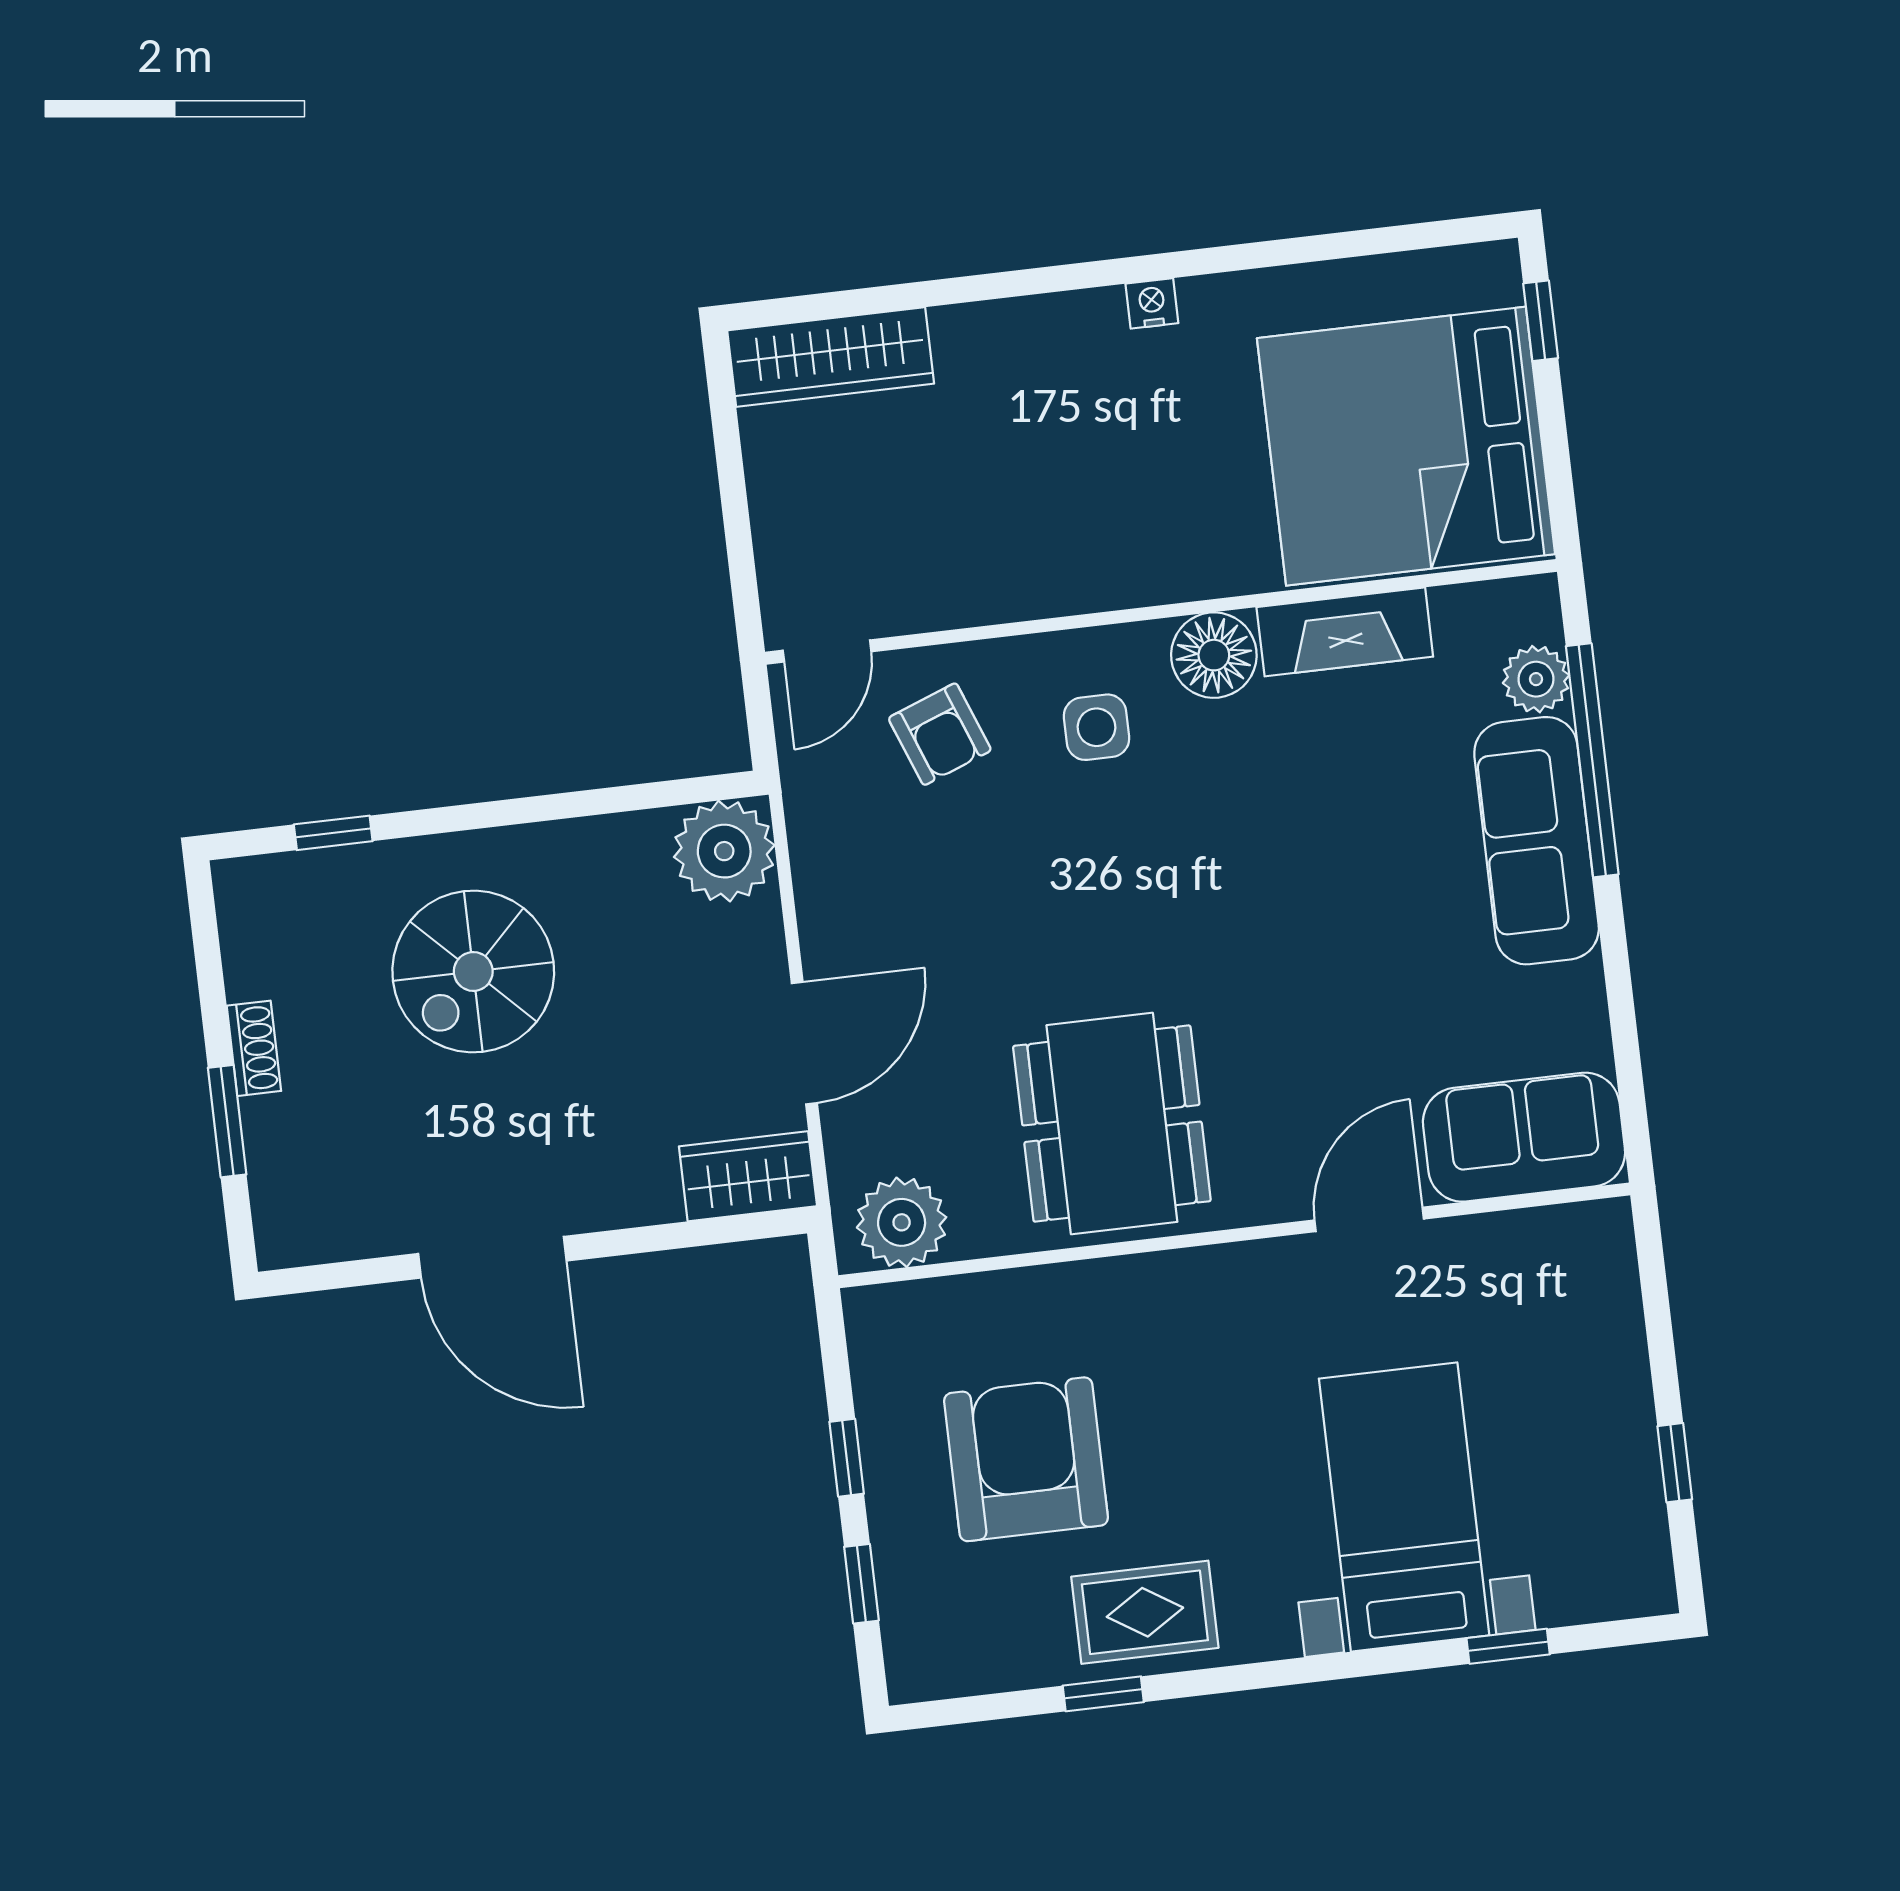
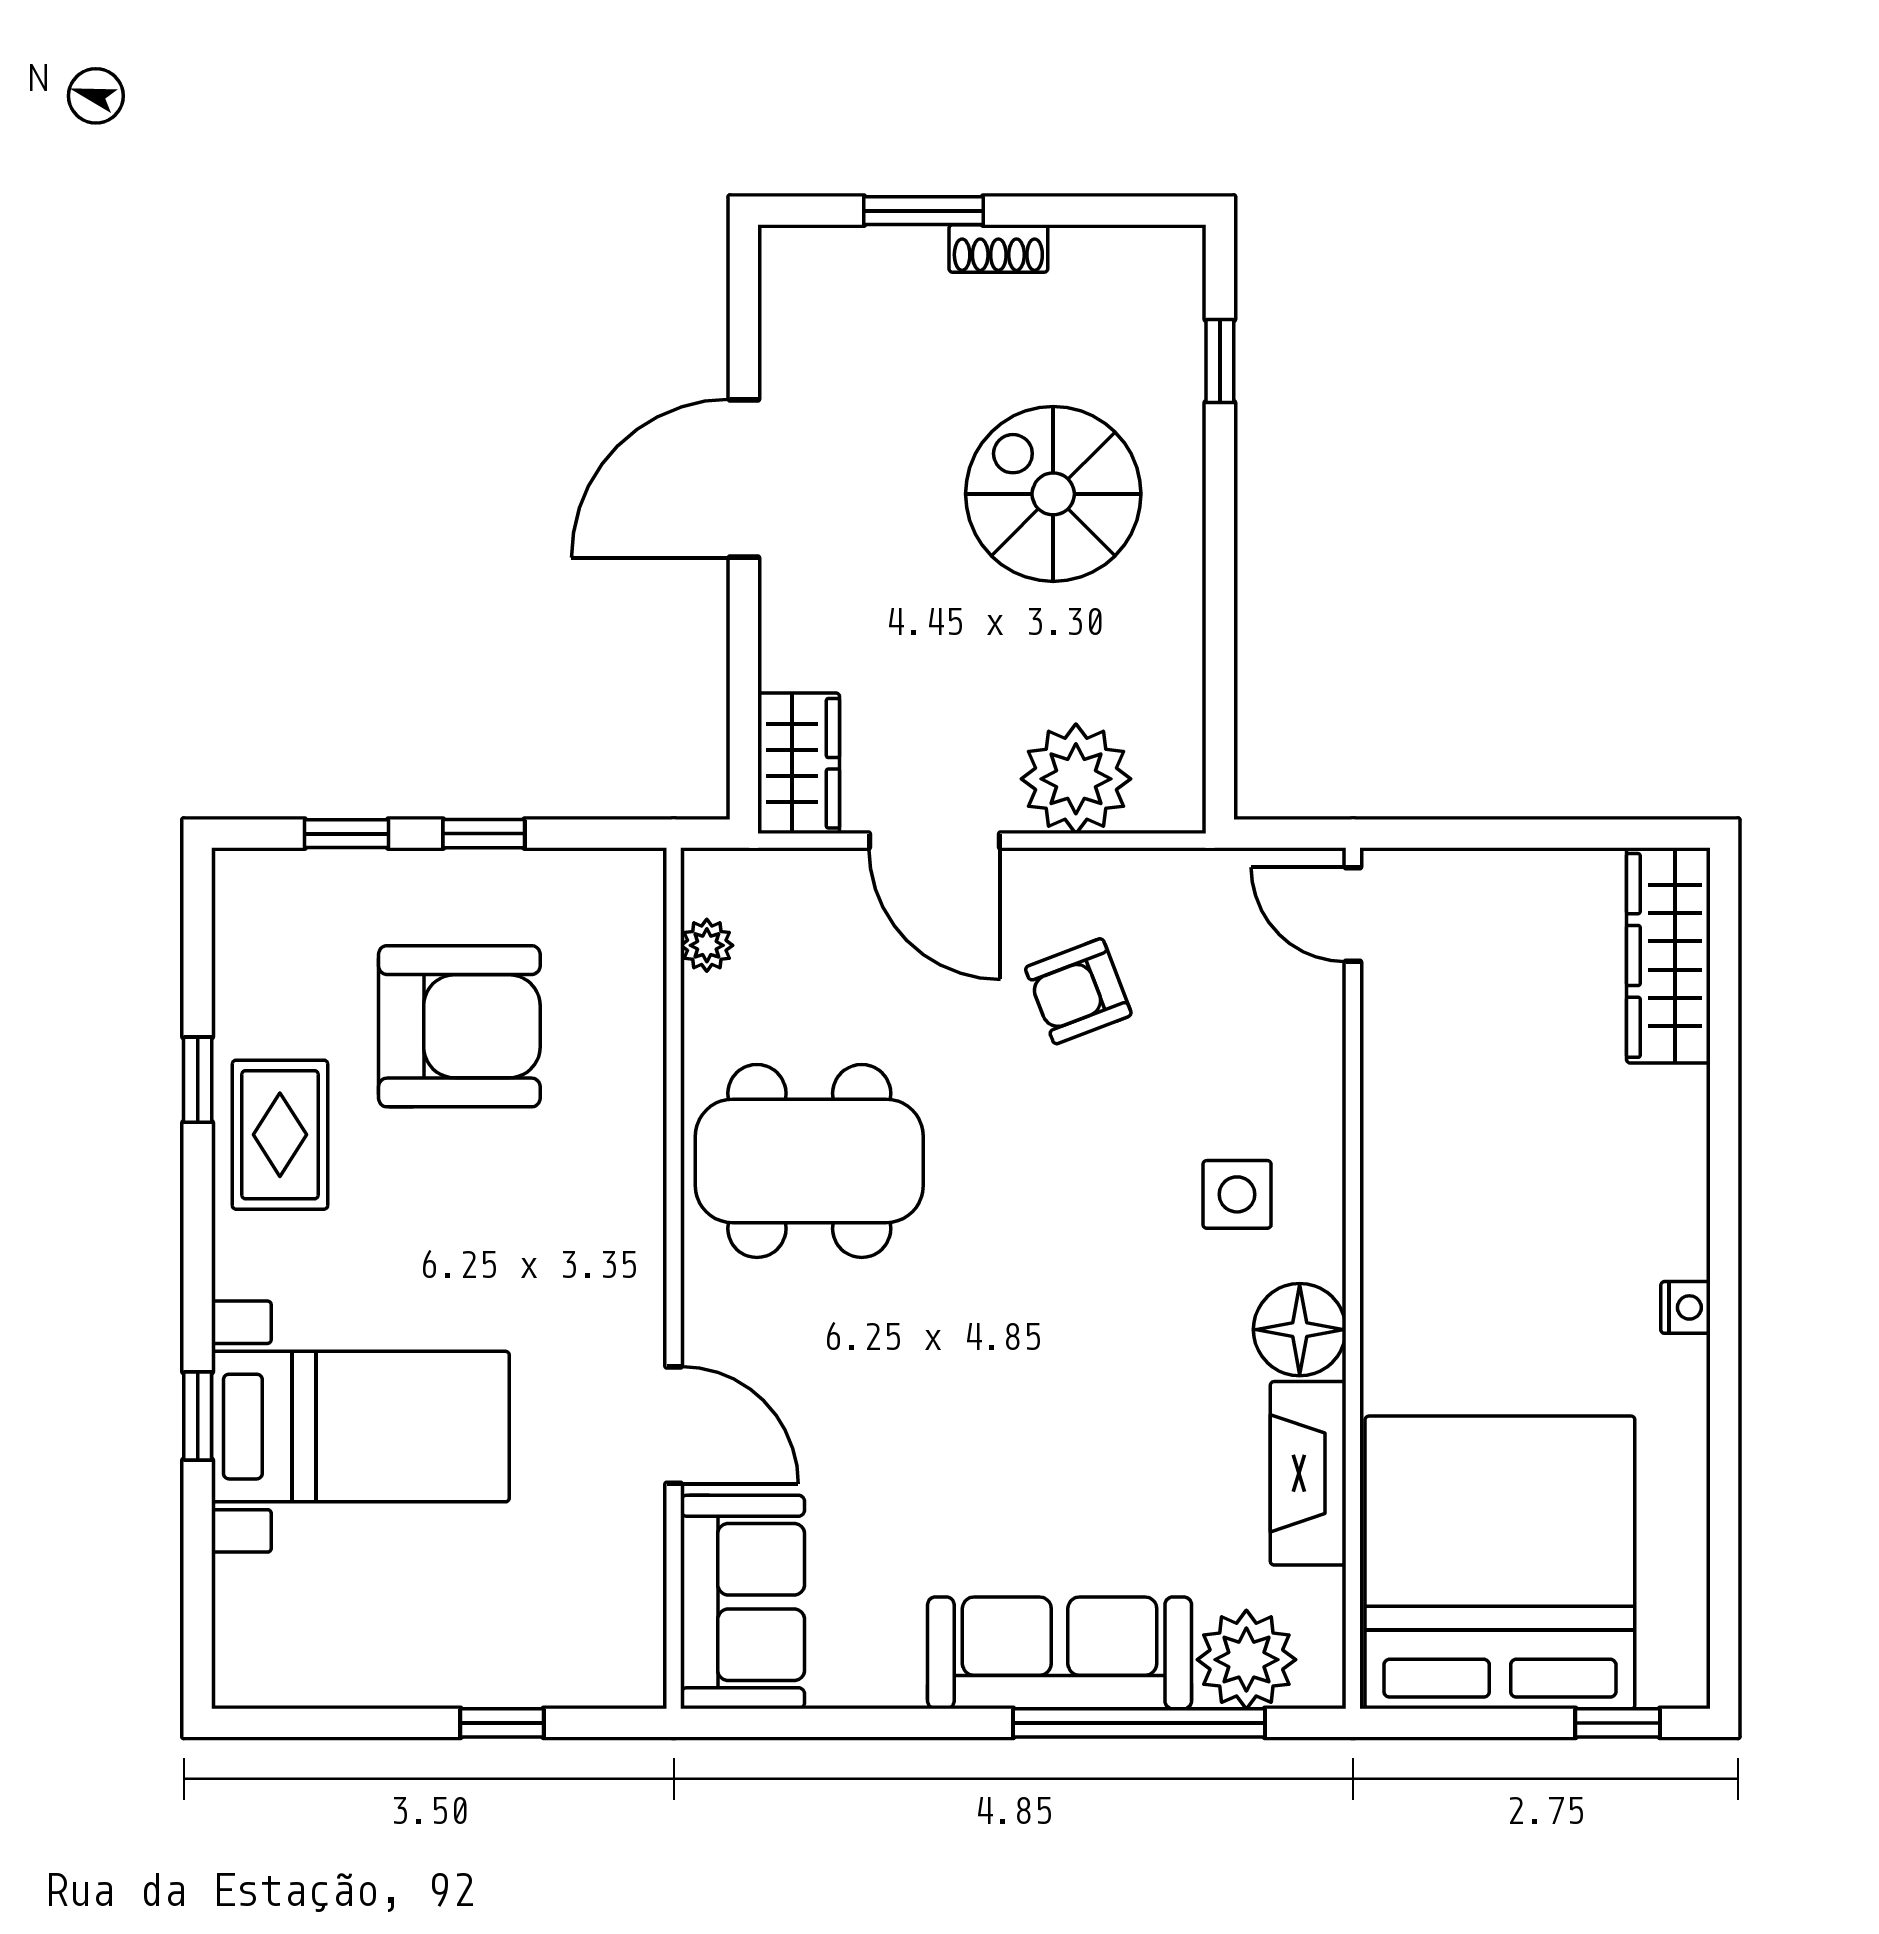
plant: (1536, 679) -> (1246, 1660), width x1.36, depth x1.36
armchair: (940, 734) -> (1078, 991), moved
plant: (724, 851) -> (1076, 779), moved
plant: (902, 1222) -> (707, 945), width x0.53, depth x0.53
window: (1675, 1463) -> (502, 1723), moved
window: (1508, 1646) -> (198, 1416), moved

